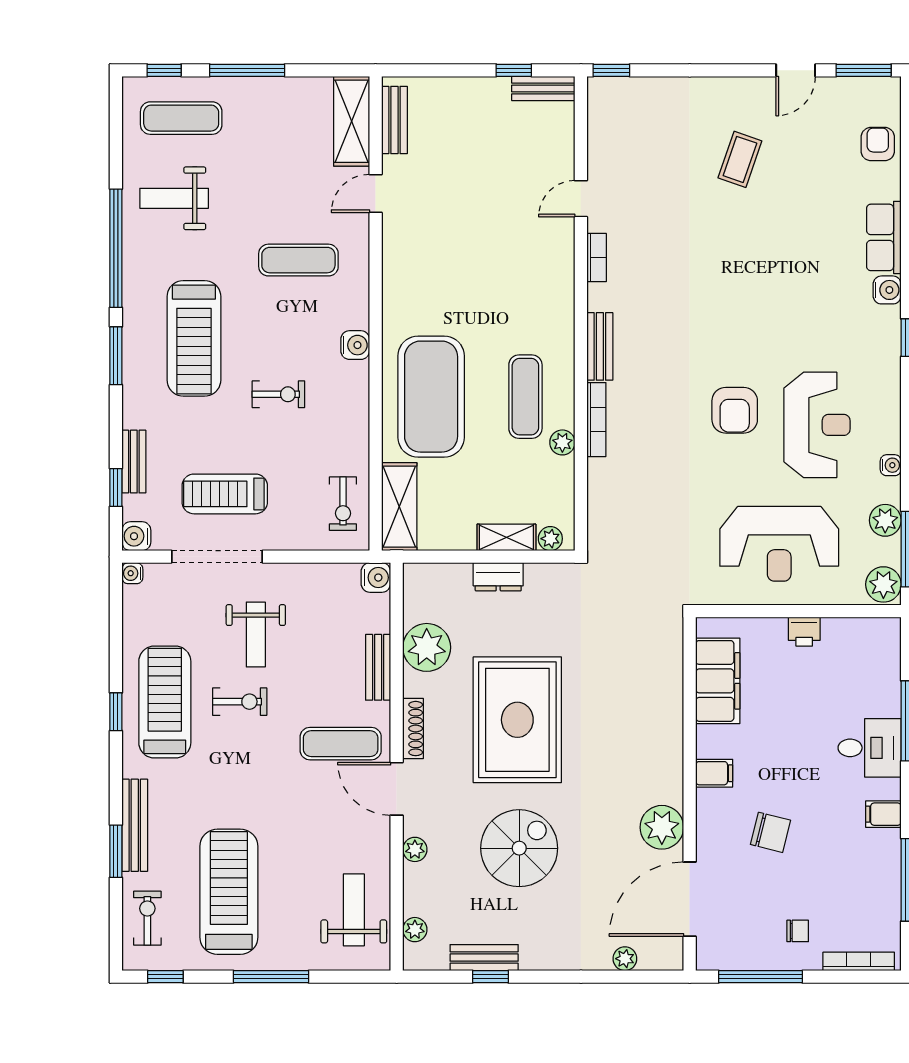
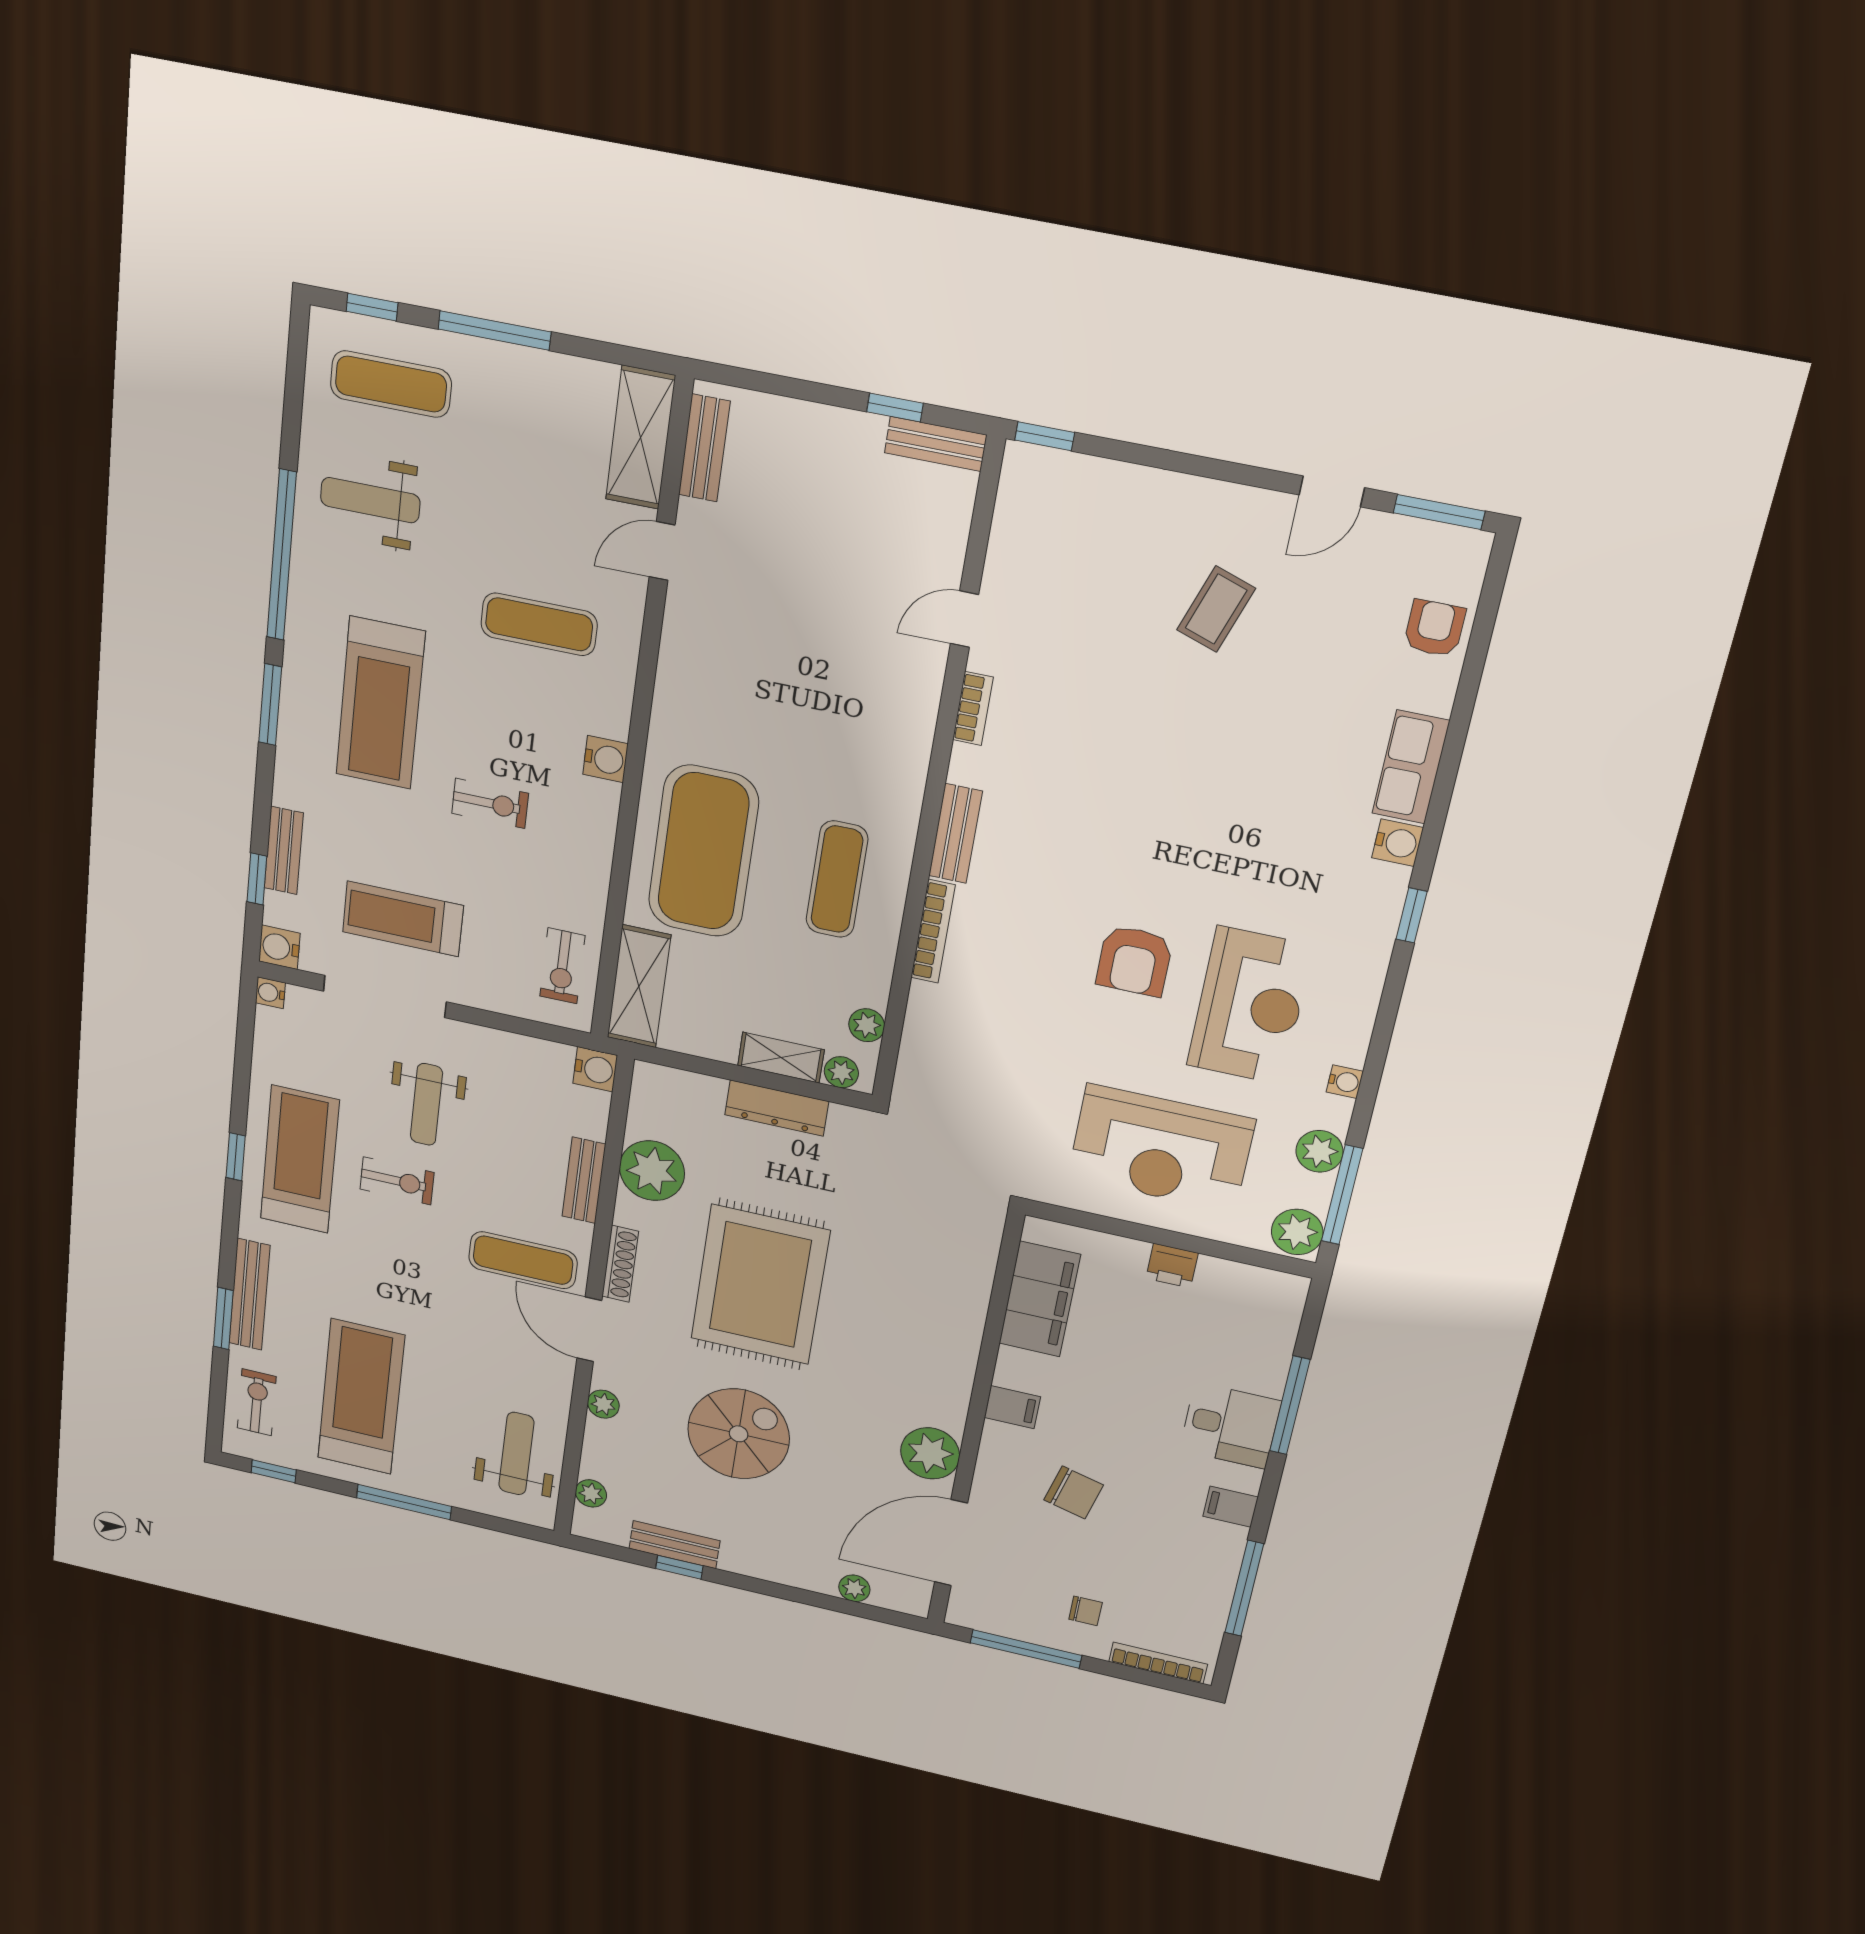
plant: (562, 442) -> (867, 1025), moved
dresser: (498, 577) -> (777, 1108), width x1.44

